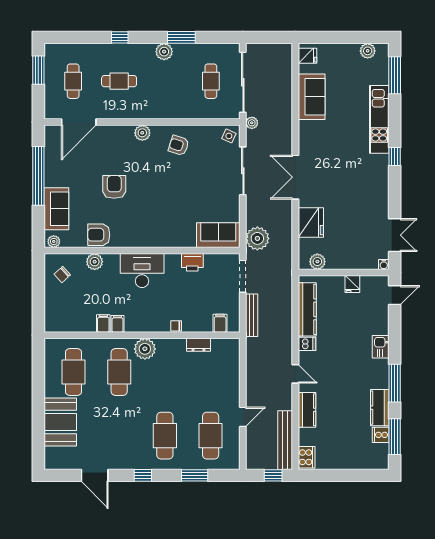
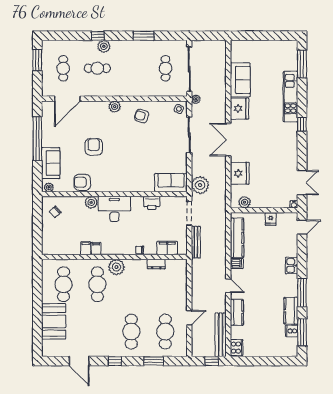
plant: (368, 51) -> (282, 46), removed
plant: (164, 52) -> (104, 46), moved
fridge: (307, 56) -> (239, 109), moved, width x1.88, depth x1.34
plant: (95, 262) -> (91, 202), moved
filing cabinet: (220, 323) -> (167, 248), width x2.00

